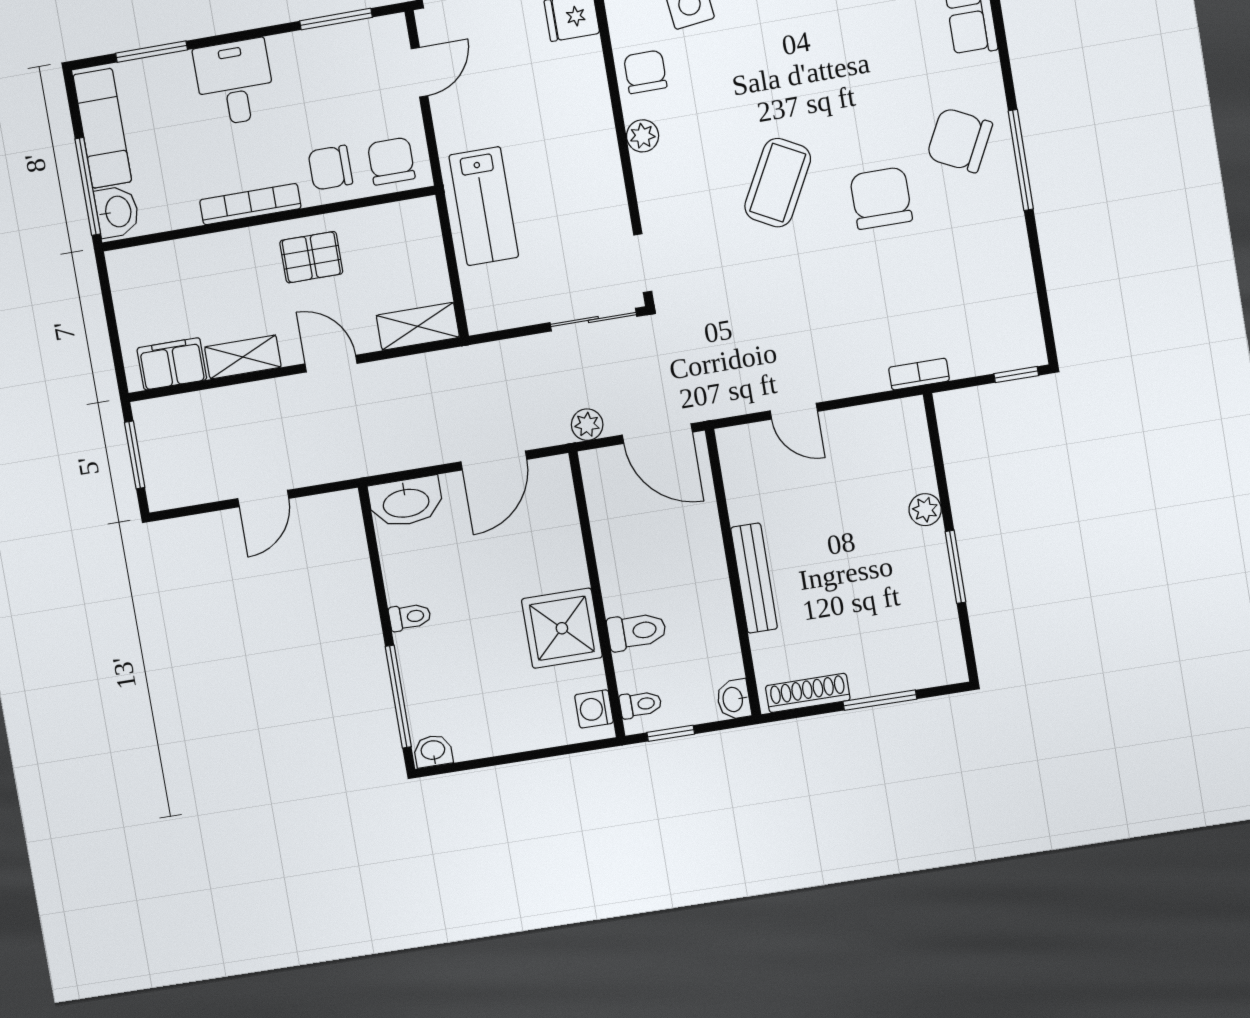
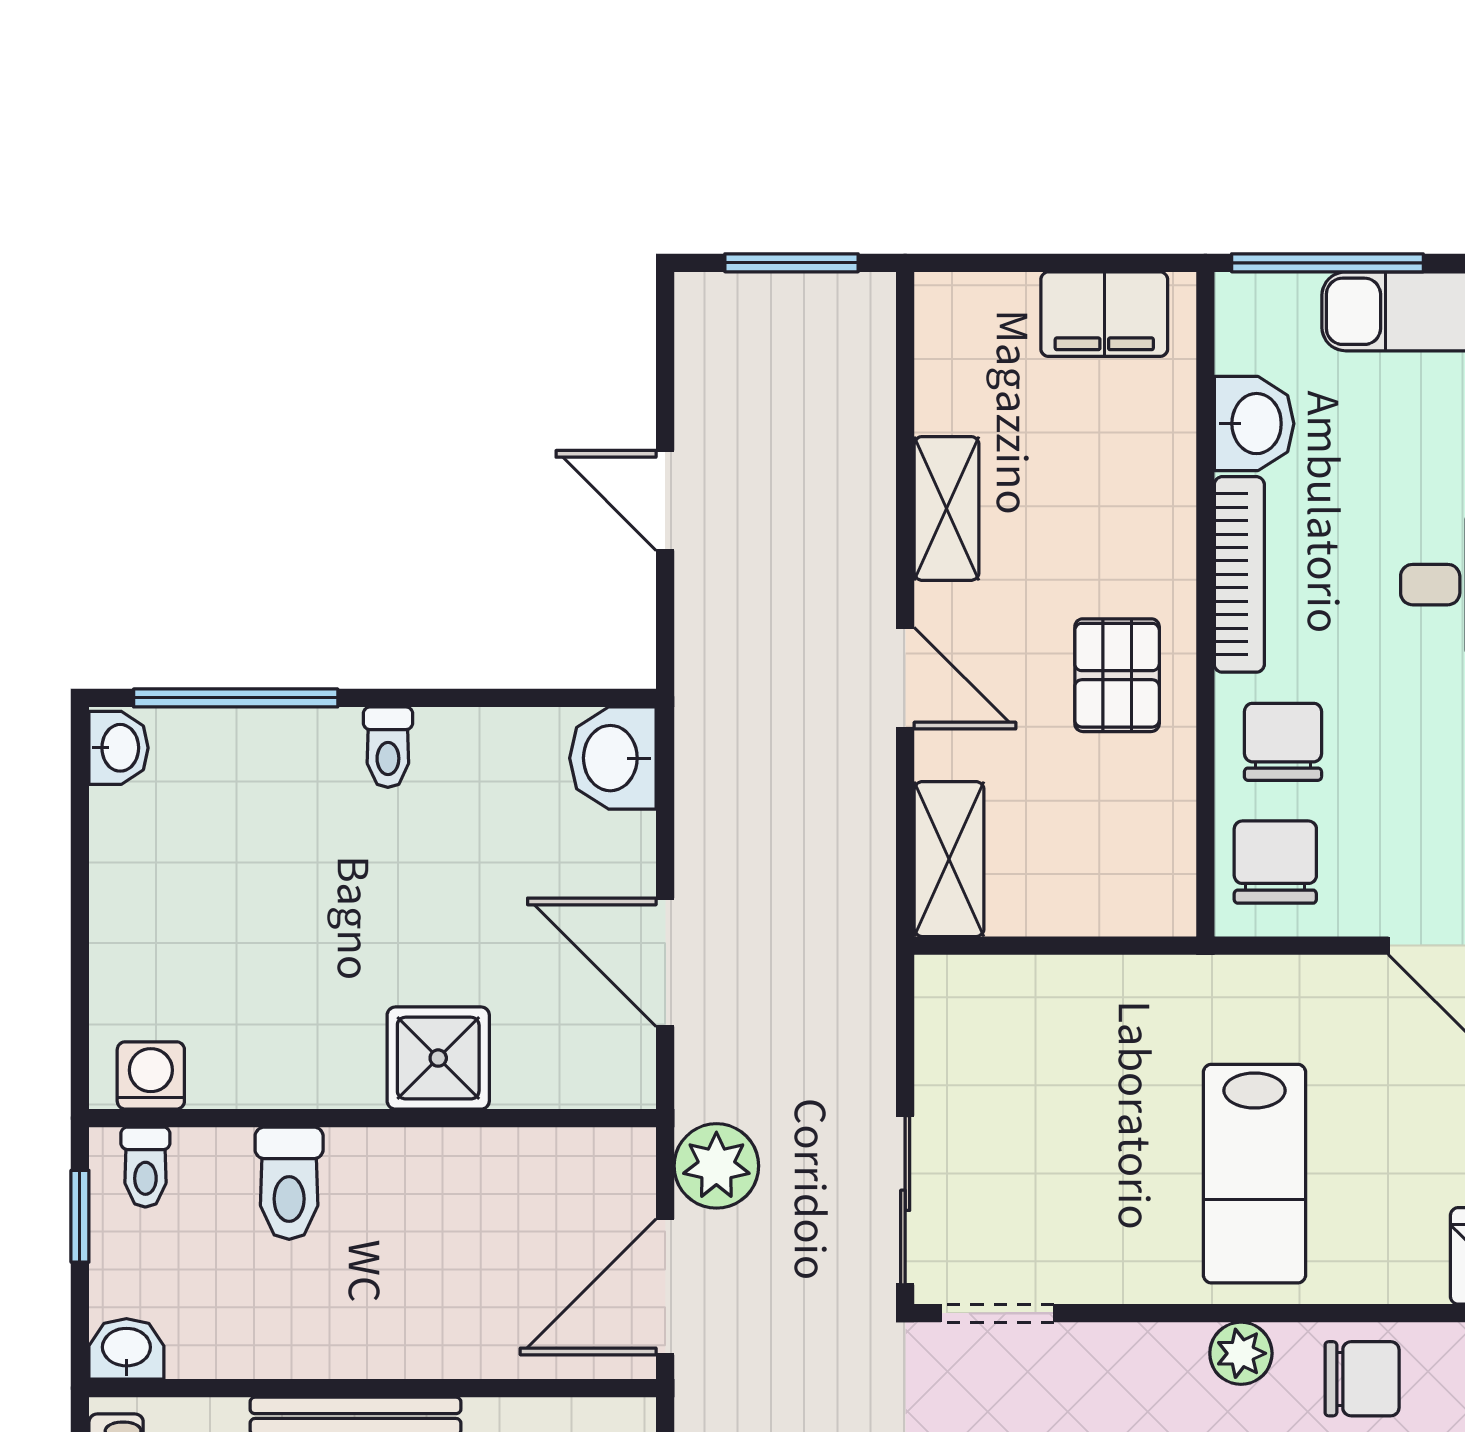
chair: (391, 161) -> (1275, 862), turned -90
lab bench: (484, 206) -> (1255, 1174), moved, turned -90
washbasin: (117, 212) -> (1254, 424), moved, turned -90
filing cabinet: (172, 364) -> (1104, 314), moved, turned 90
door: (331, 364) -> (905, 678), hinge flipped
plant: (587, 425) -> (716, 1166), width x1.38, depth x1.38
washbasin: (406, 502) -> (613, 758), width x0.72
shower: (562, 628) -> (438, 1058), moved, width x0.73, depth x0.73

